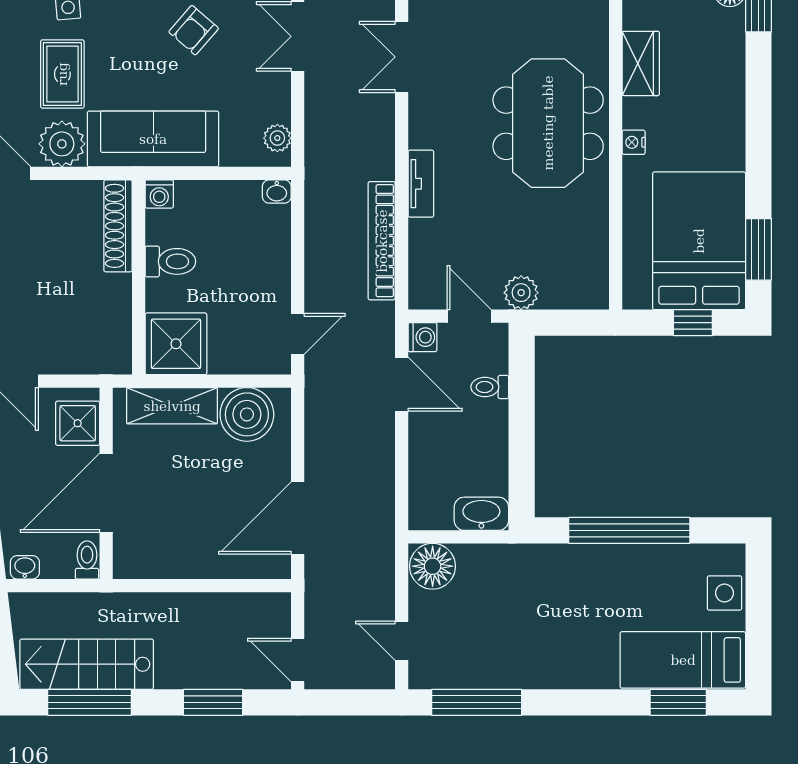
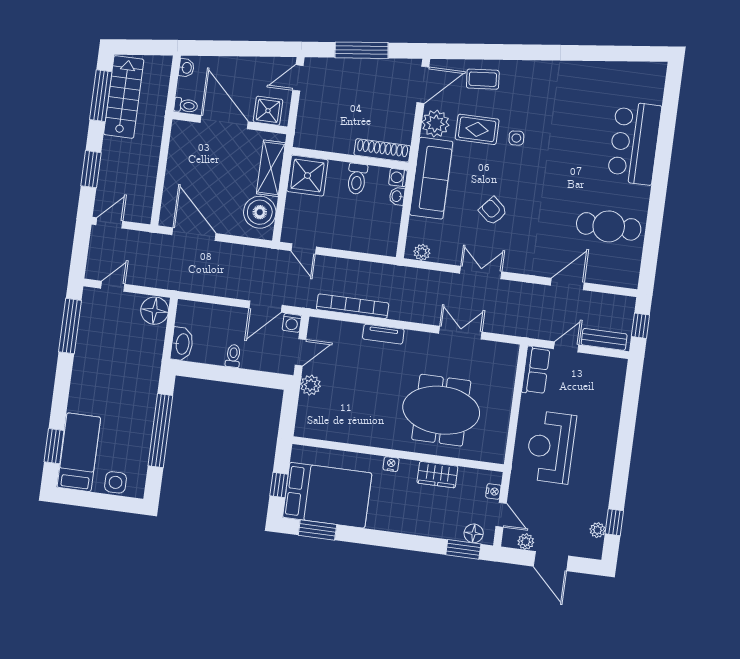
meeting table: (548, 123) -> (441, 410), moved
washbasin: (277, 192) -> (397, 196), moved
toilet: (490, 387) -> (233, 356), moved

